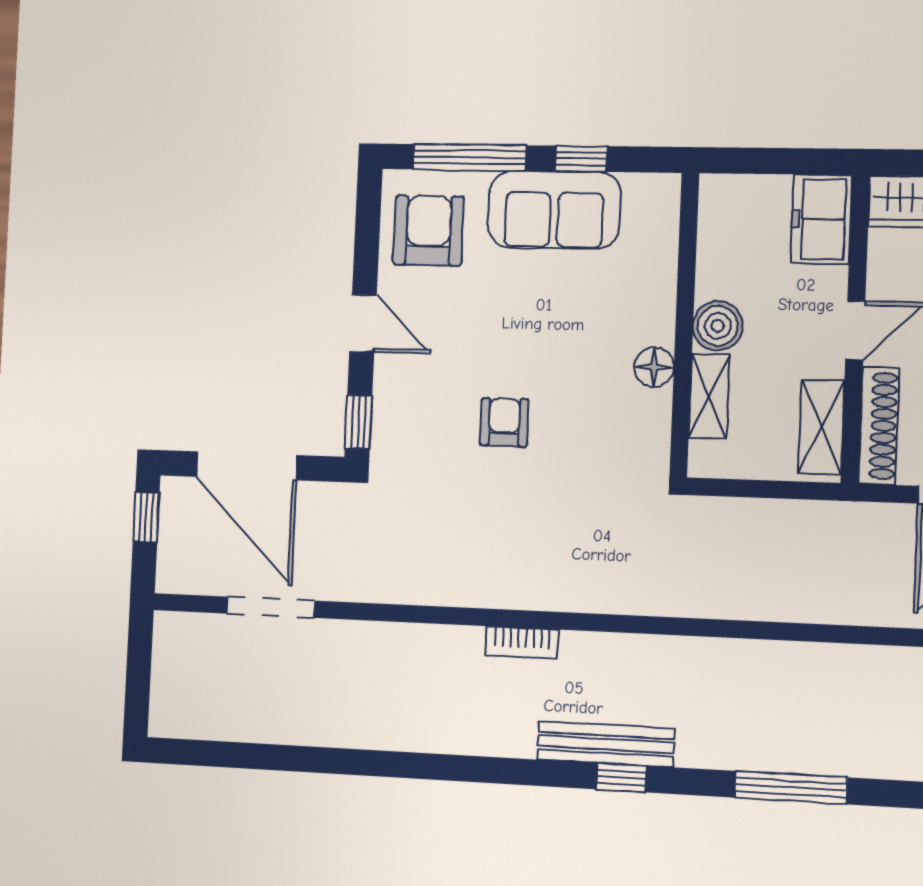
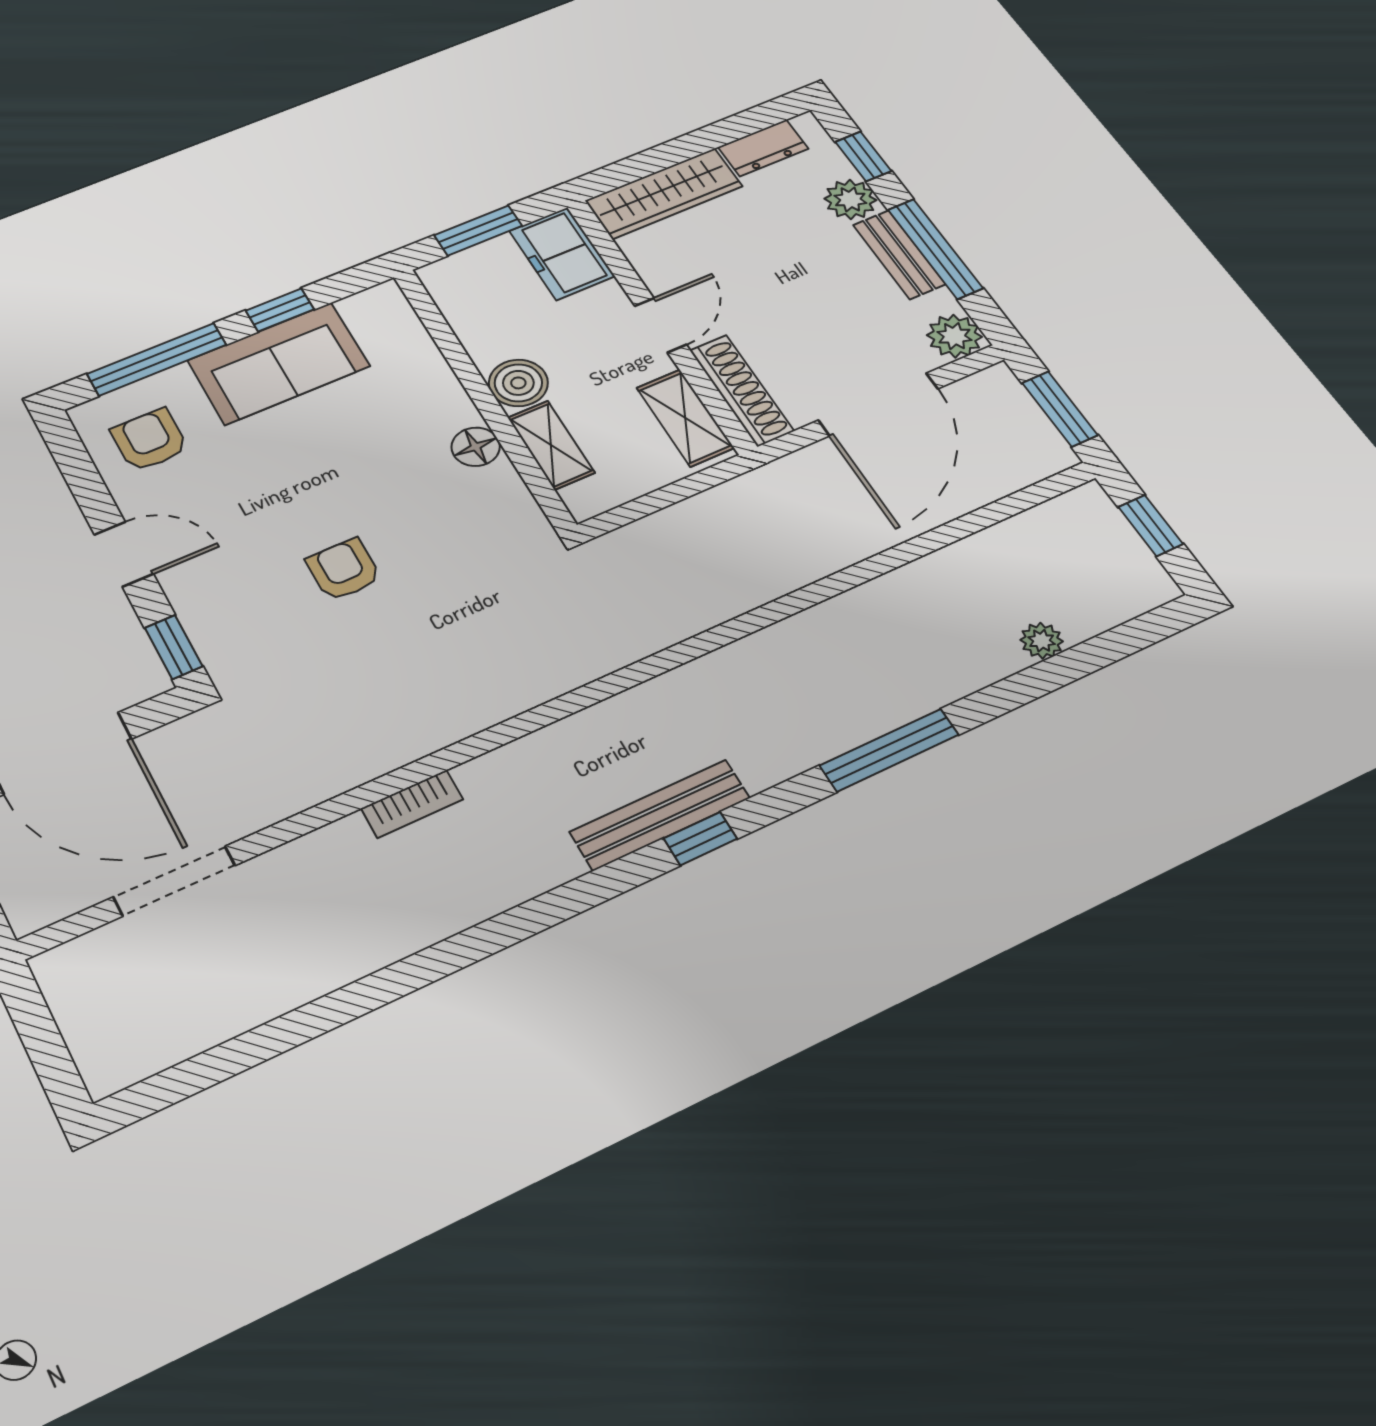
window: (770, 161) -> (478, 230), added
armchair: (428, 231) -> (149, 440), width x0.72, depth x0.72
bookcase: (522, 642) -> (412, 804), moved

